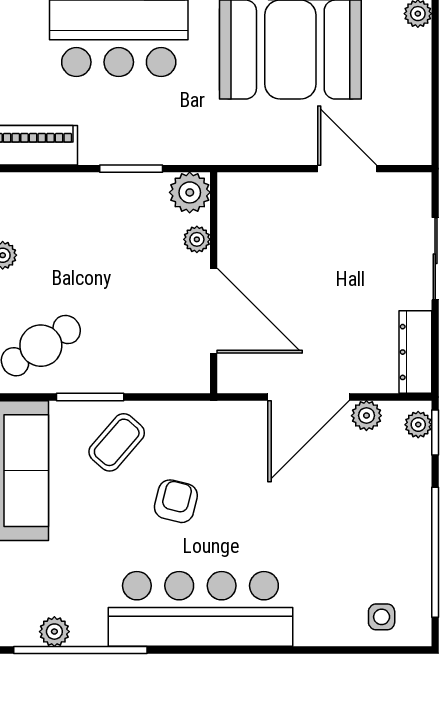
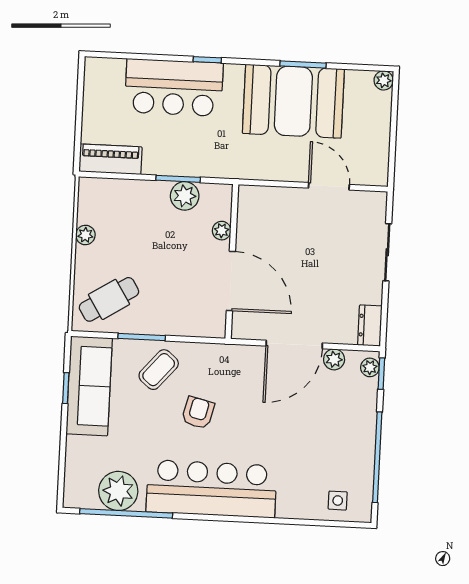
plant: (190, 192) -> (185, 196), moved
dresser: (415, 352) -> (370, 326), width x0.70
plant: (54, 632) -> (118, 491), width x1.88, depth x1.88

